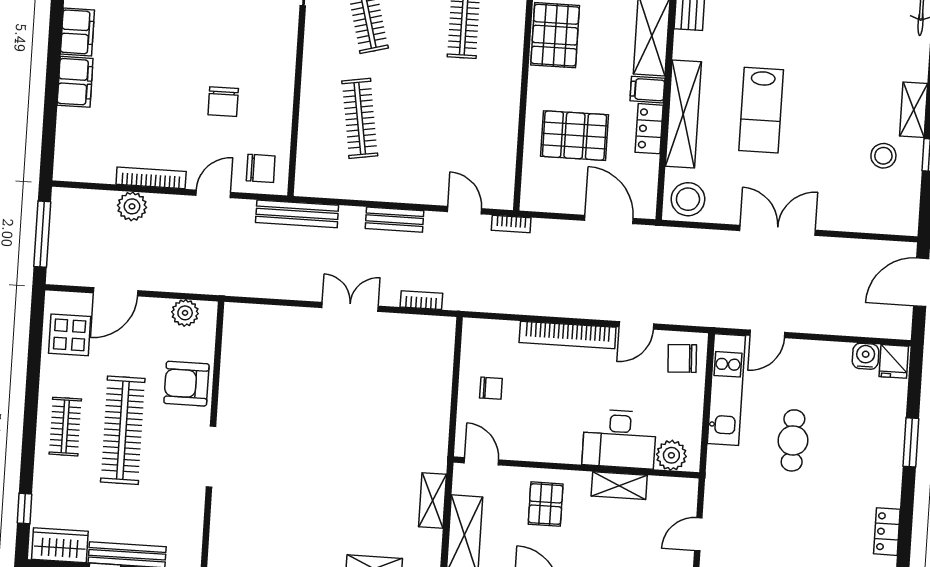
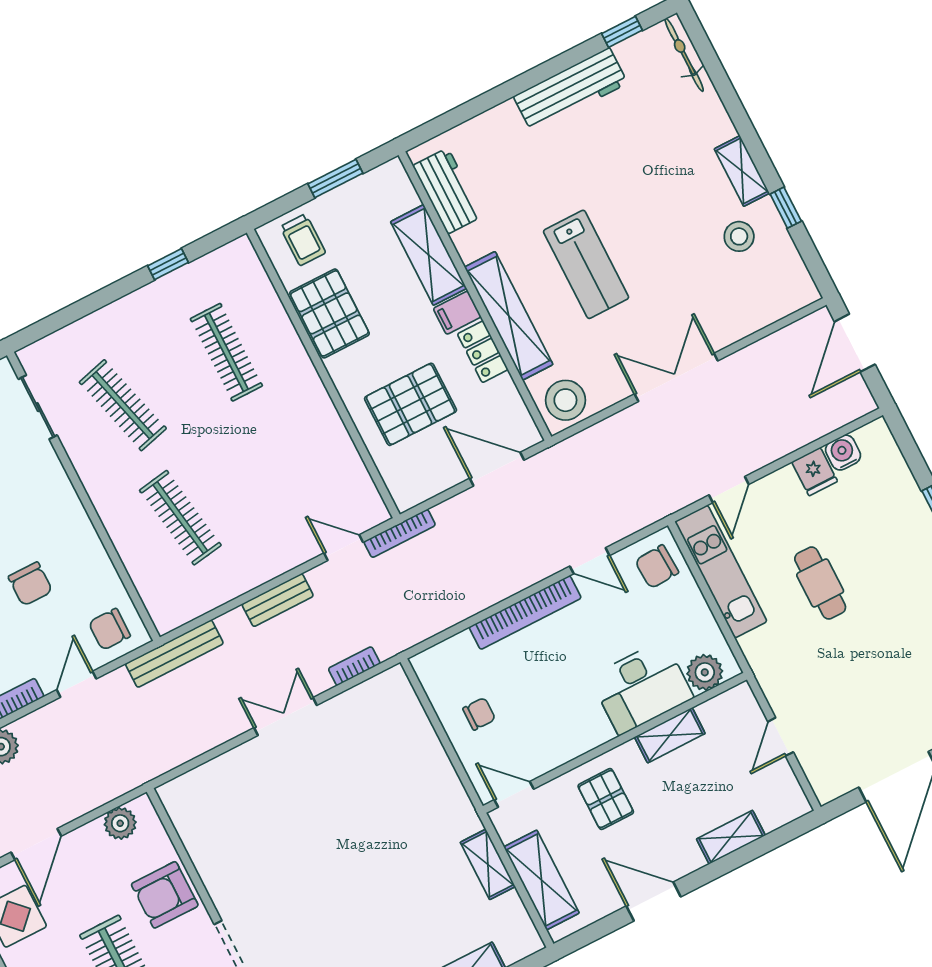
chair: (261, 168) -> (109, 629), turned 180
bookcase: (511, 224) -> (400, 533), width x1.56
door: (636, 325) -> (590, 561), hinge flipped
fridge: (894, 361) -> (815, 472), moved

